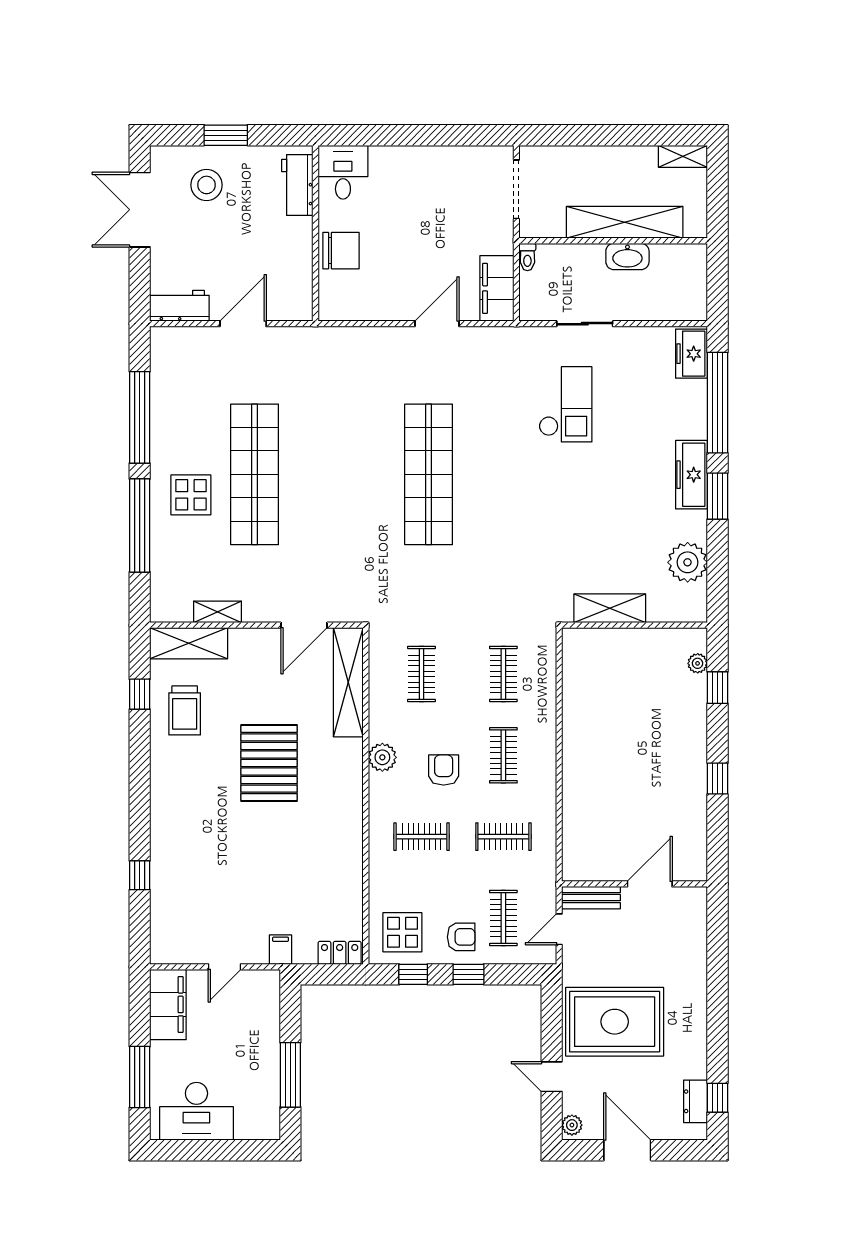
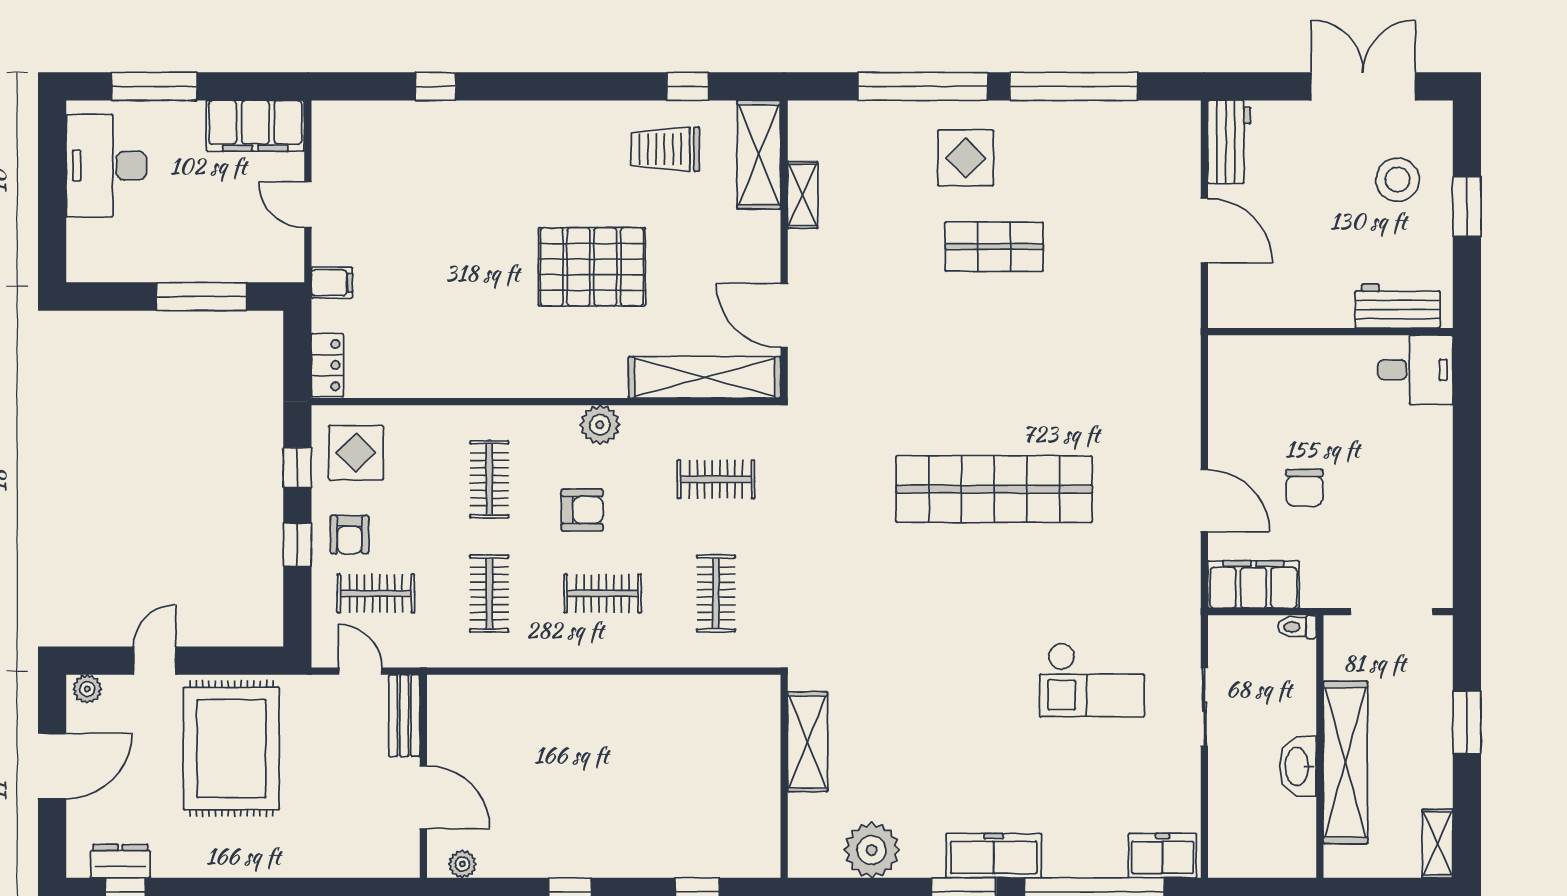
window: (596, 135) -> (1467, 722), added
chair: (341, 251) -> (1304, 488), moved, width x0.73, depth x0.73
shop shelf: (255, 474) -> (994, 247), width x0.50, depth x0.74
plant: (698, 663) -> (462, 864), moved
clothes rail: (503, 674) -> (716, 593), turned 90
window: (290, 1075) -> (201, 296), moved

